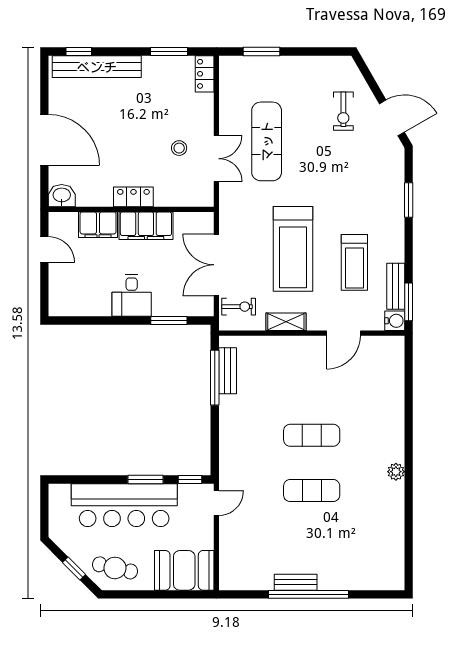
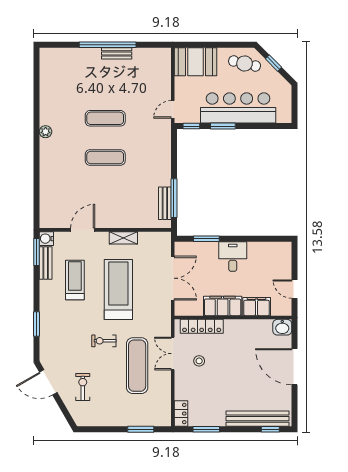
locker: (133, 197) -> (202, 326), moved, width x1.53
exercise bike: (239, 307) -> (104, 341), moved

